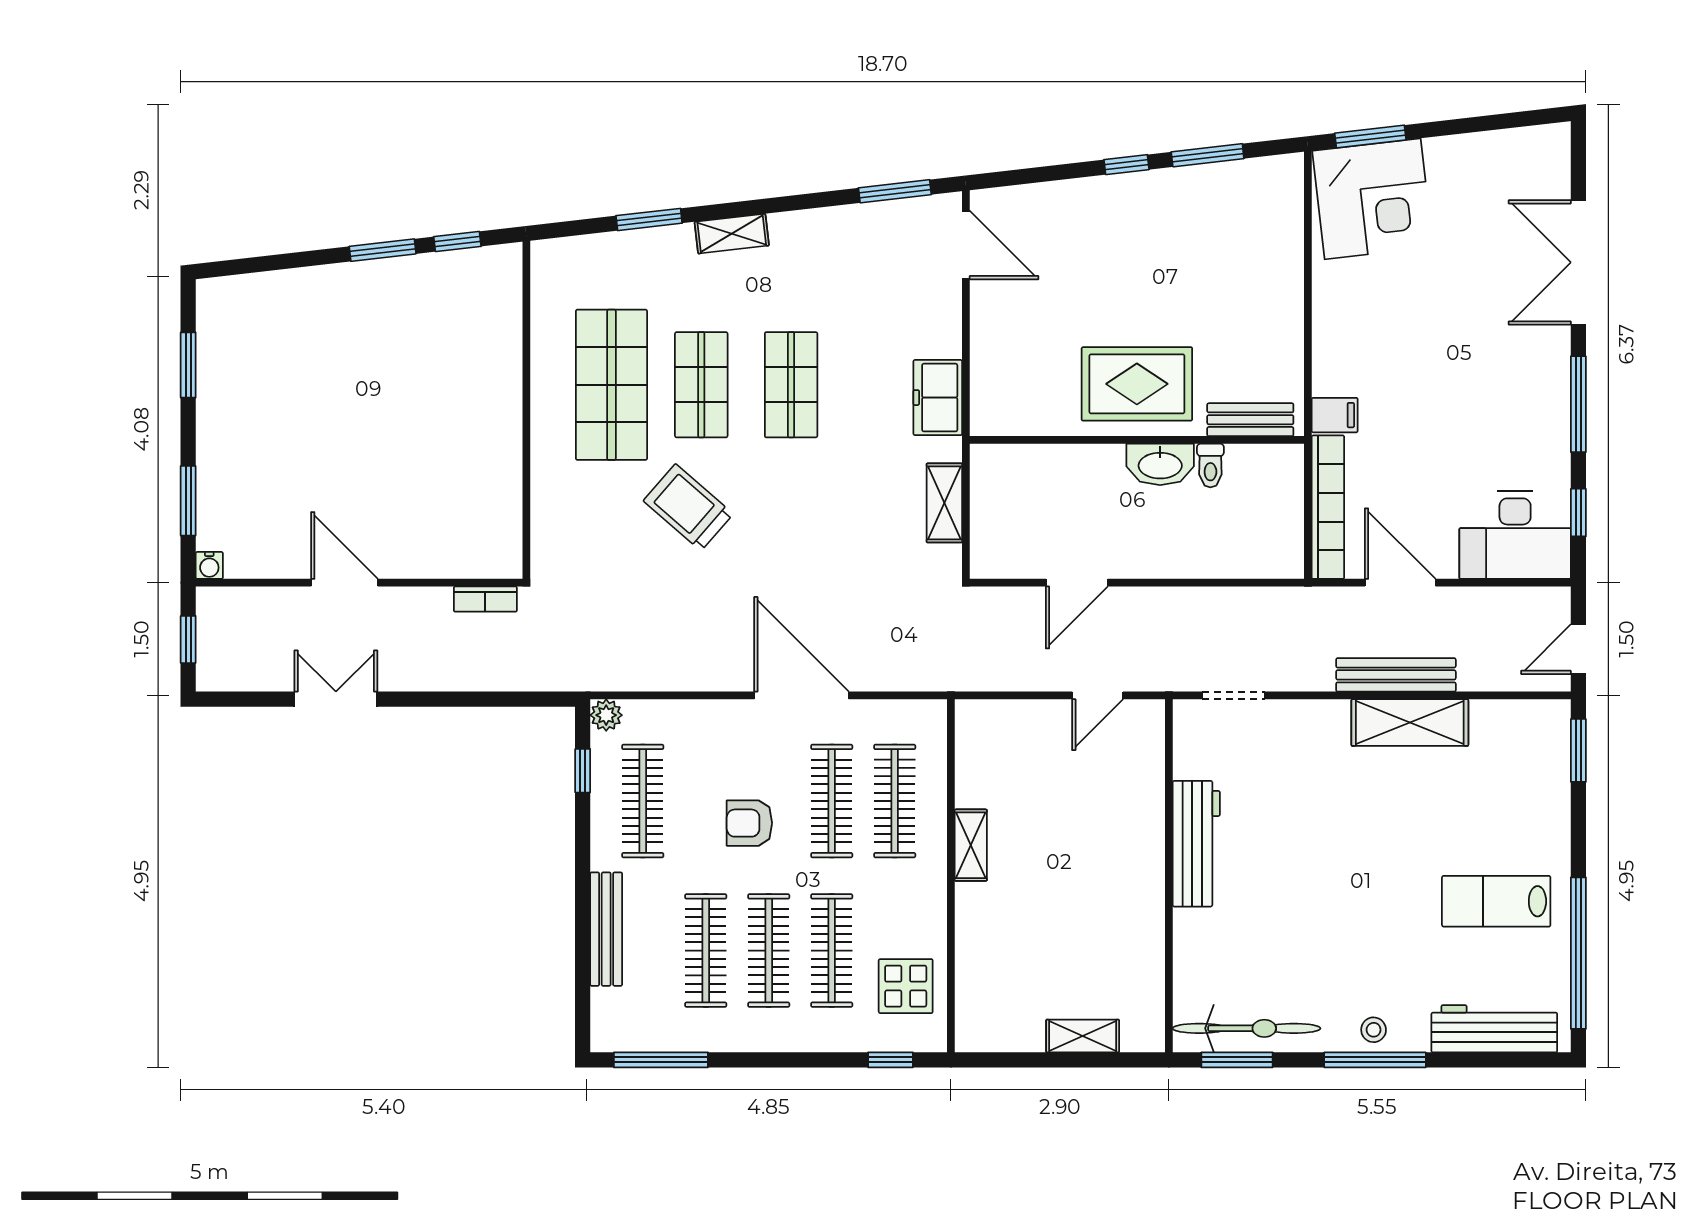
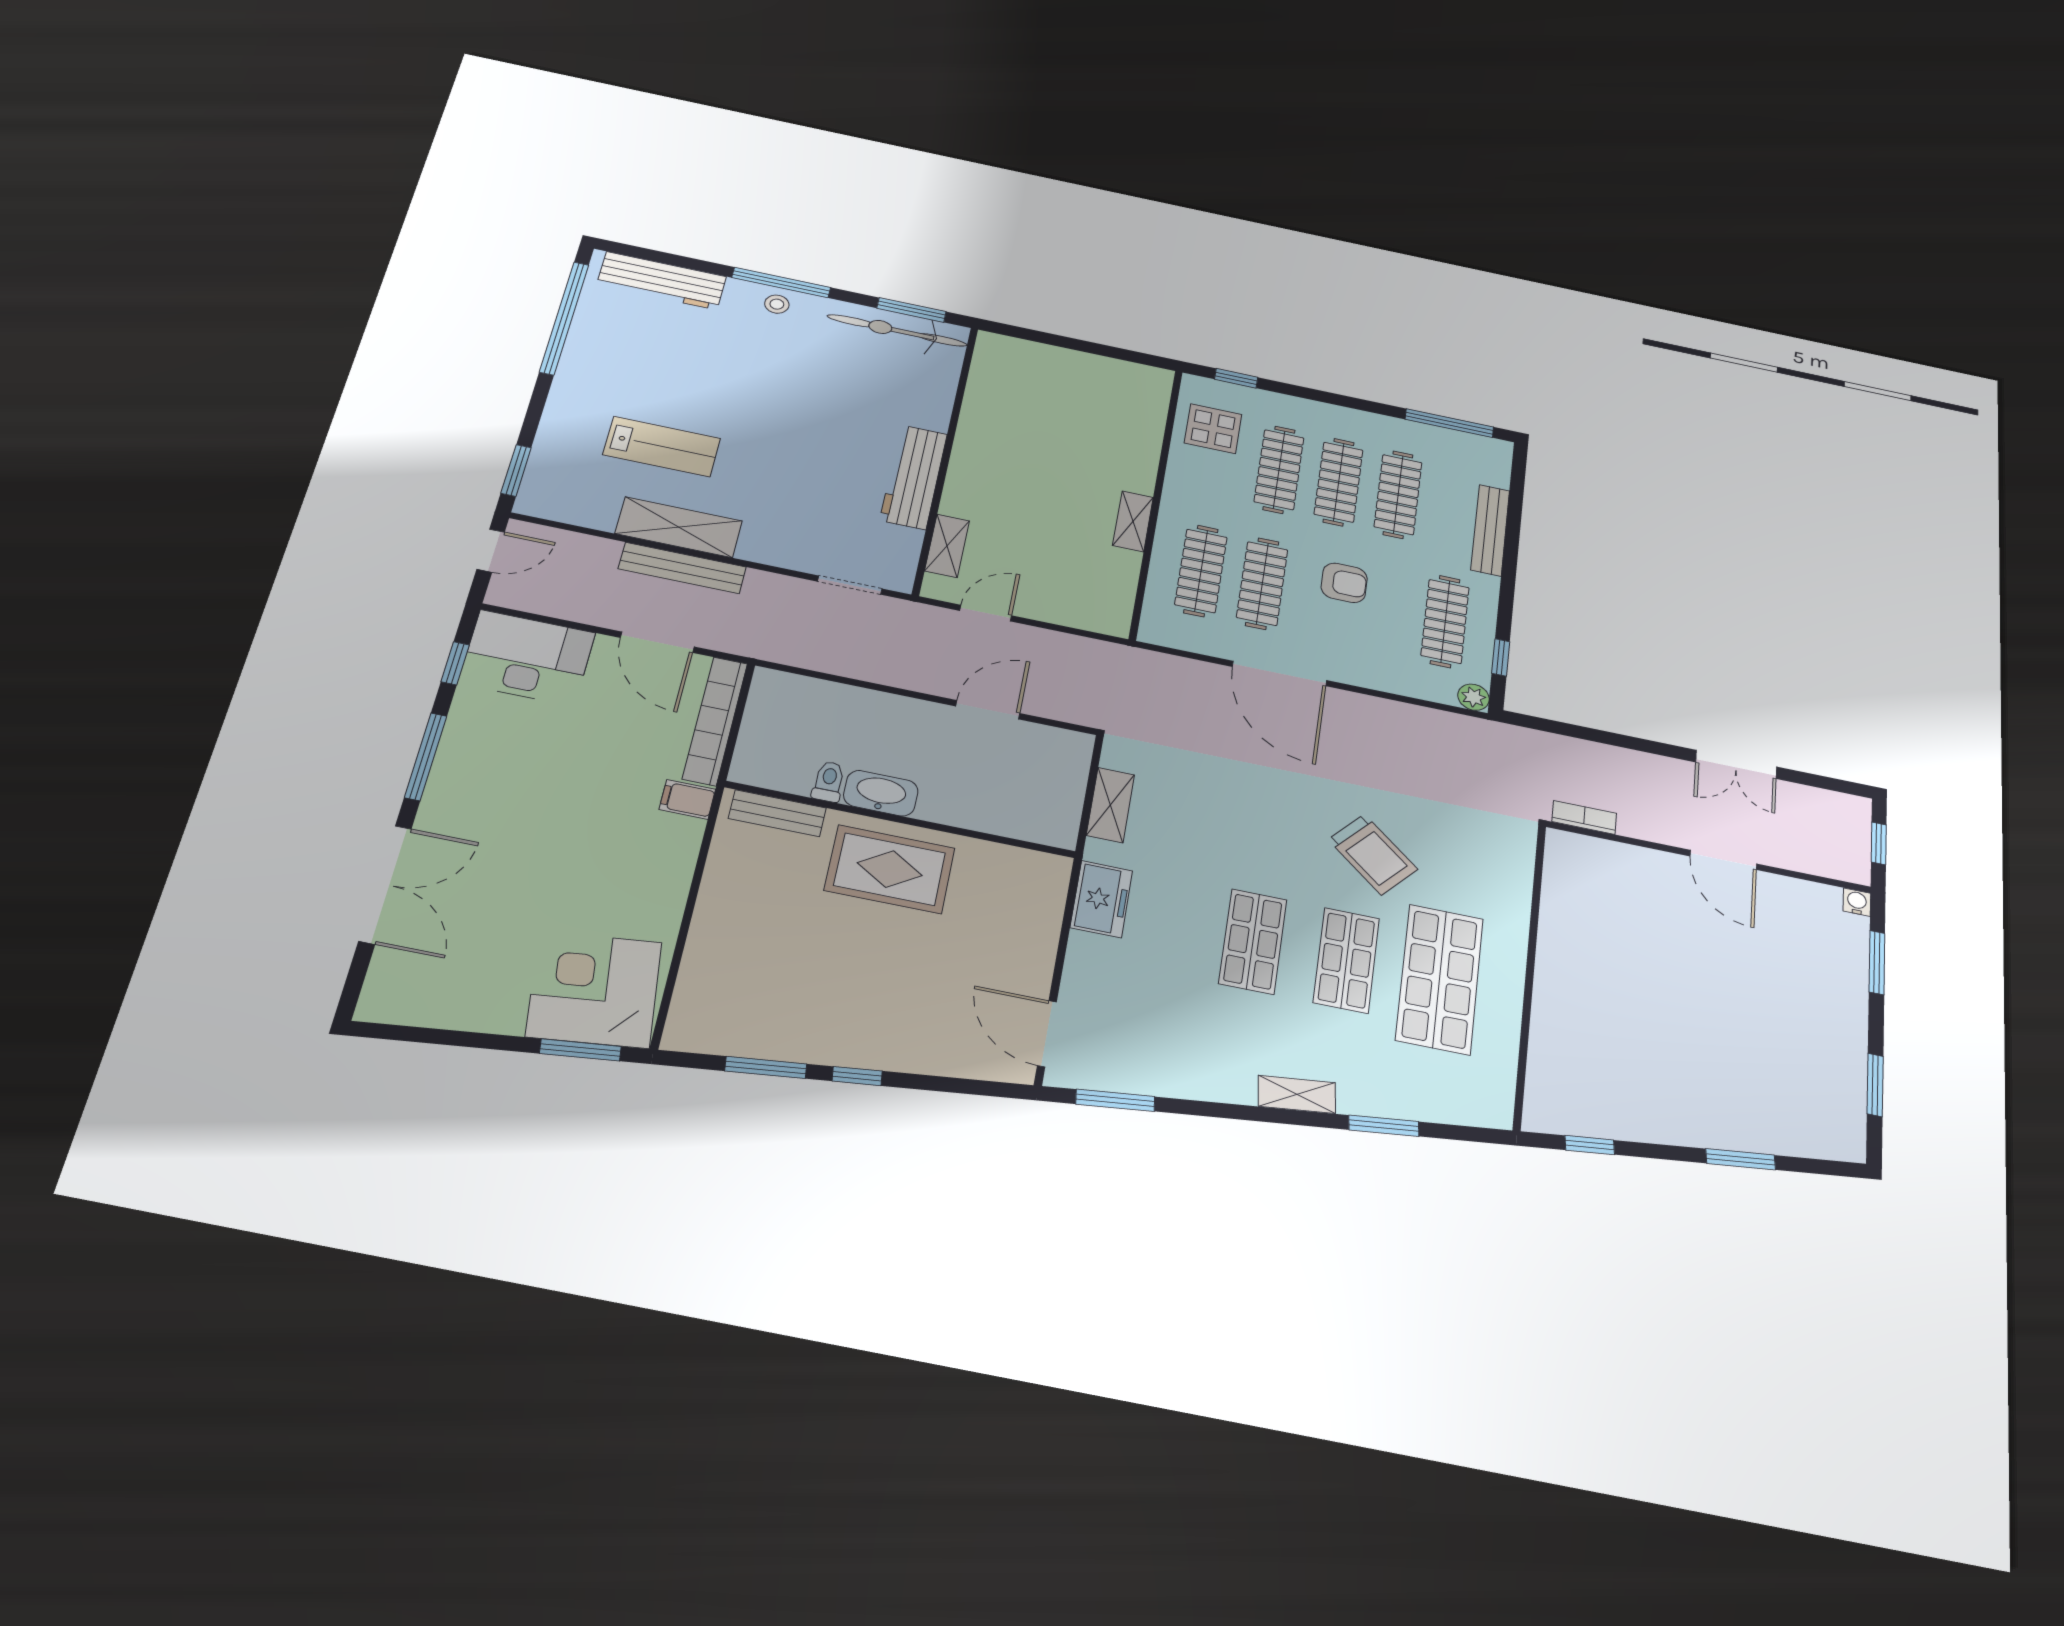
window: (383, 250) -> (1741, 1159), moved
lab bench: (1496, 901) -> (662, 446), moved
shelving: (1083, 1036) -> (947, 546), moved, turned 90

